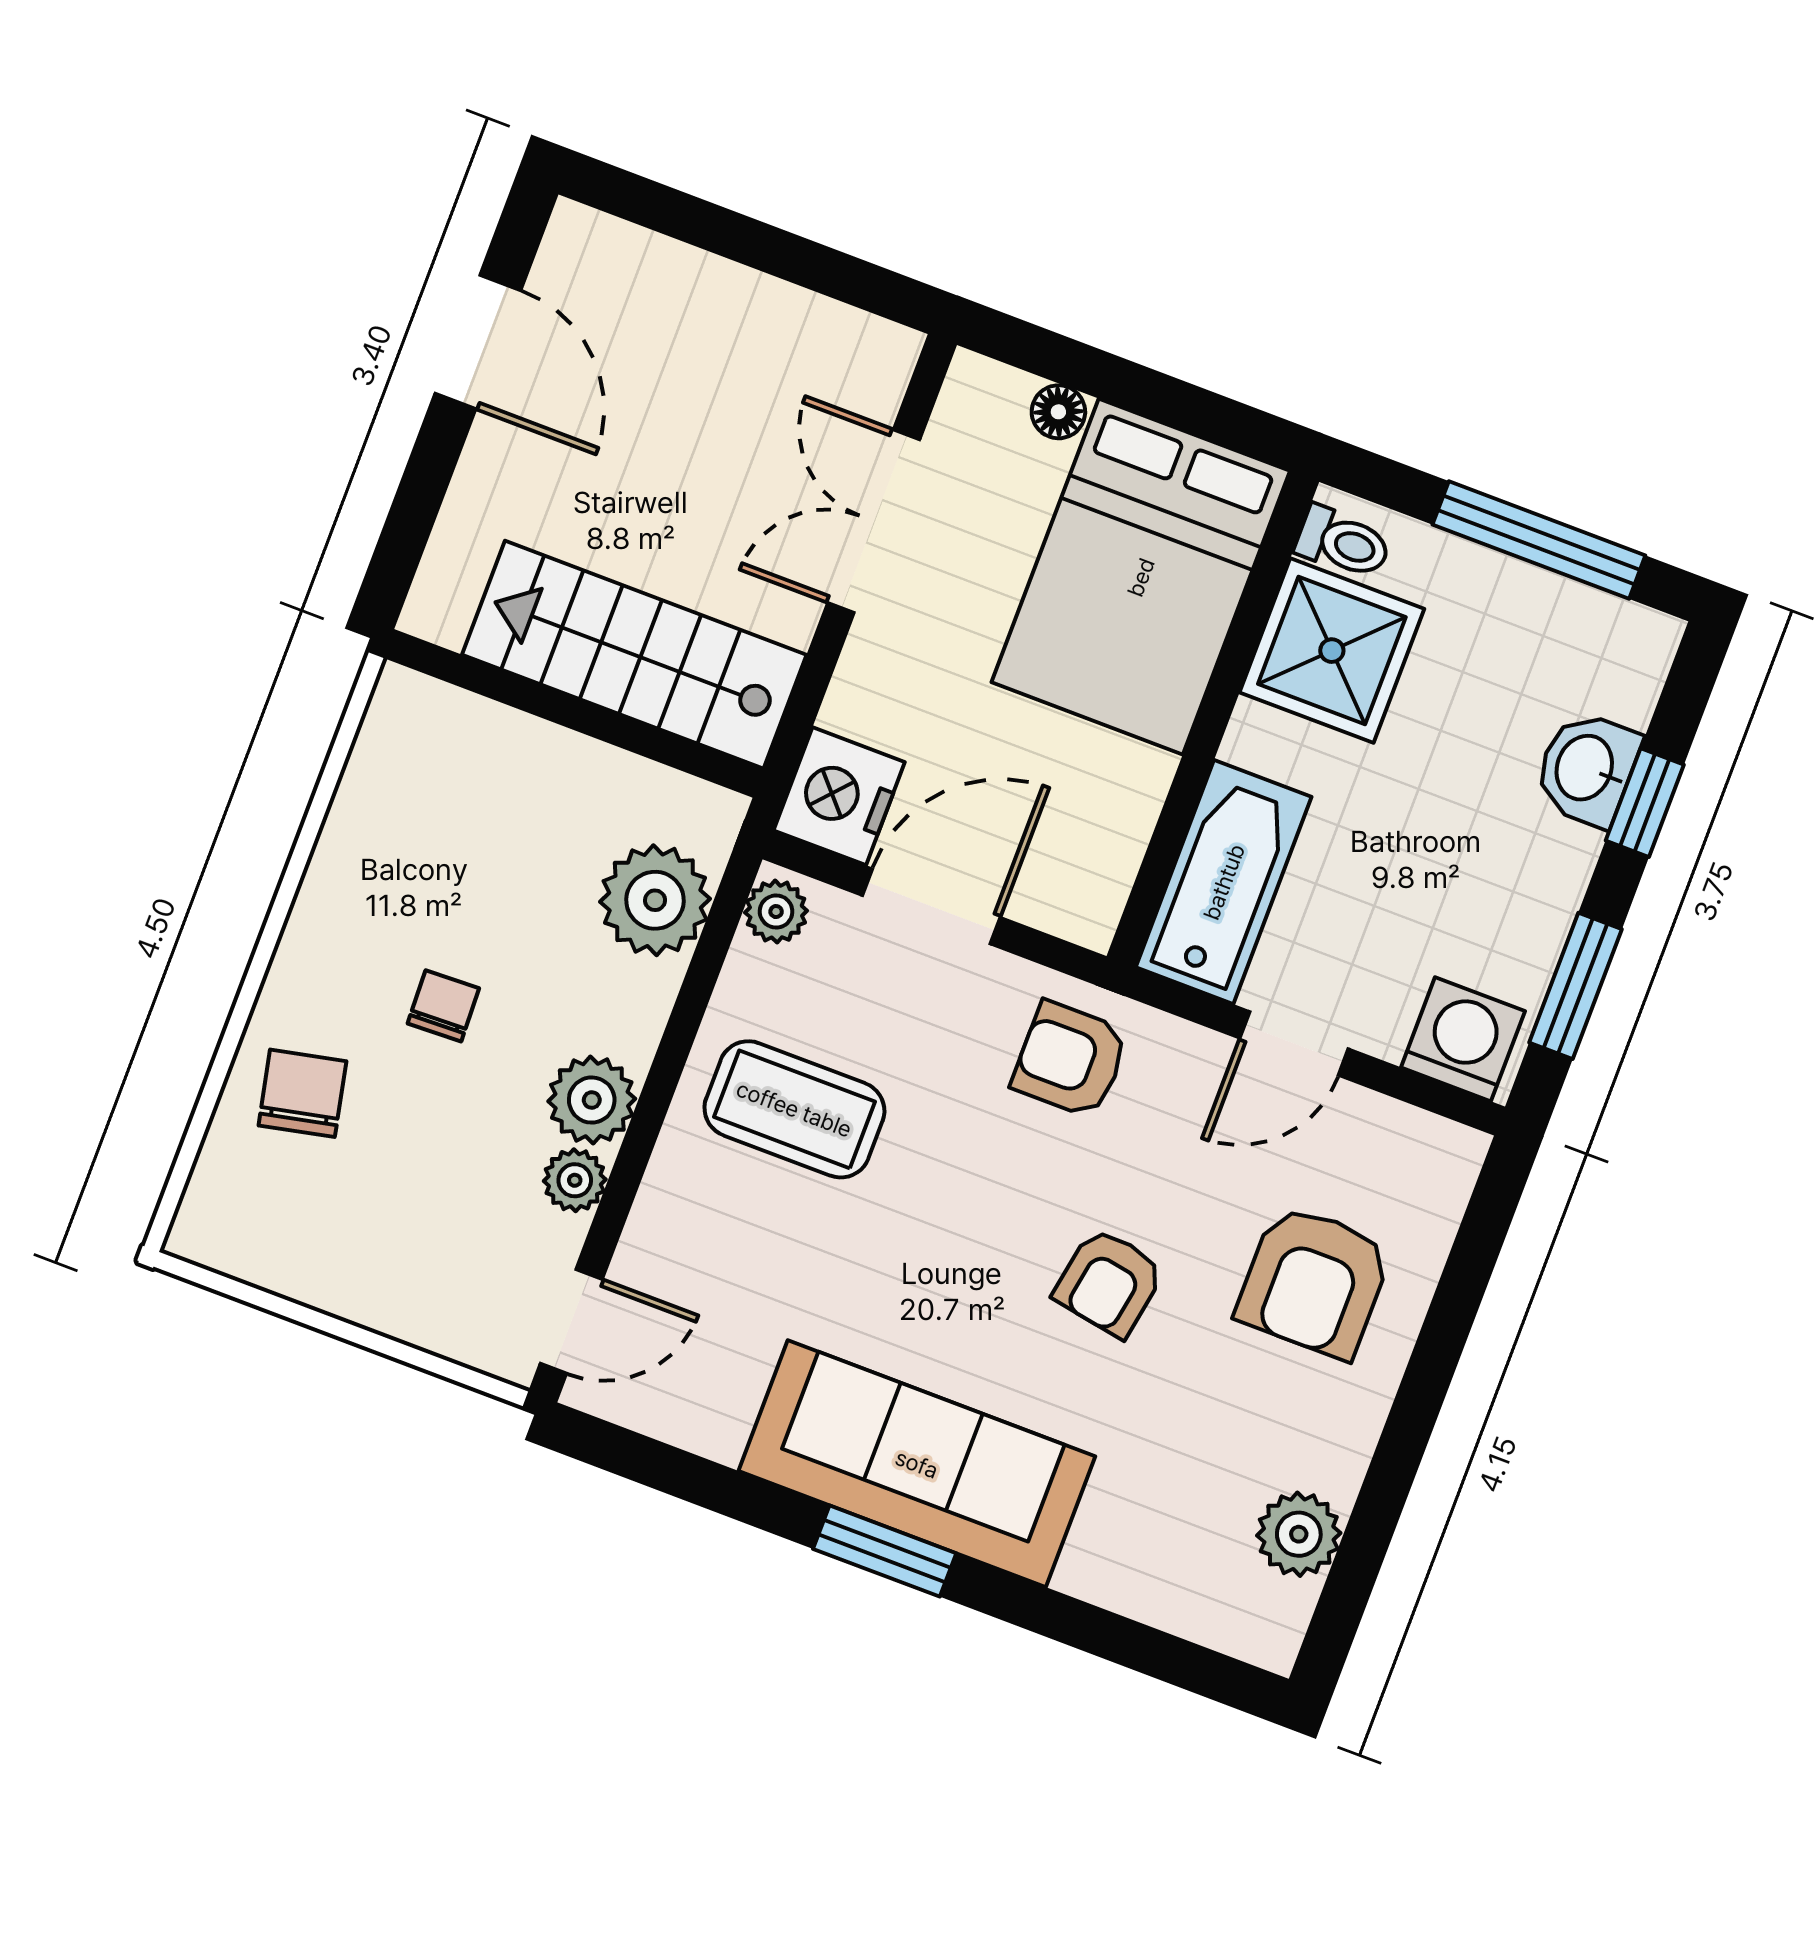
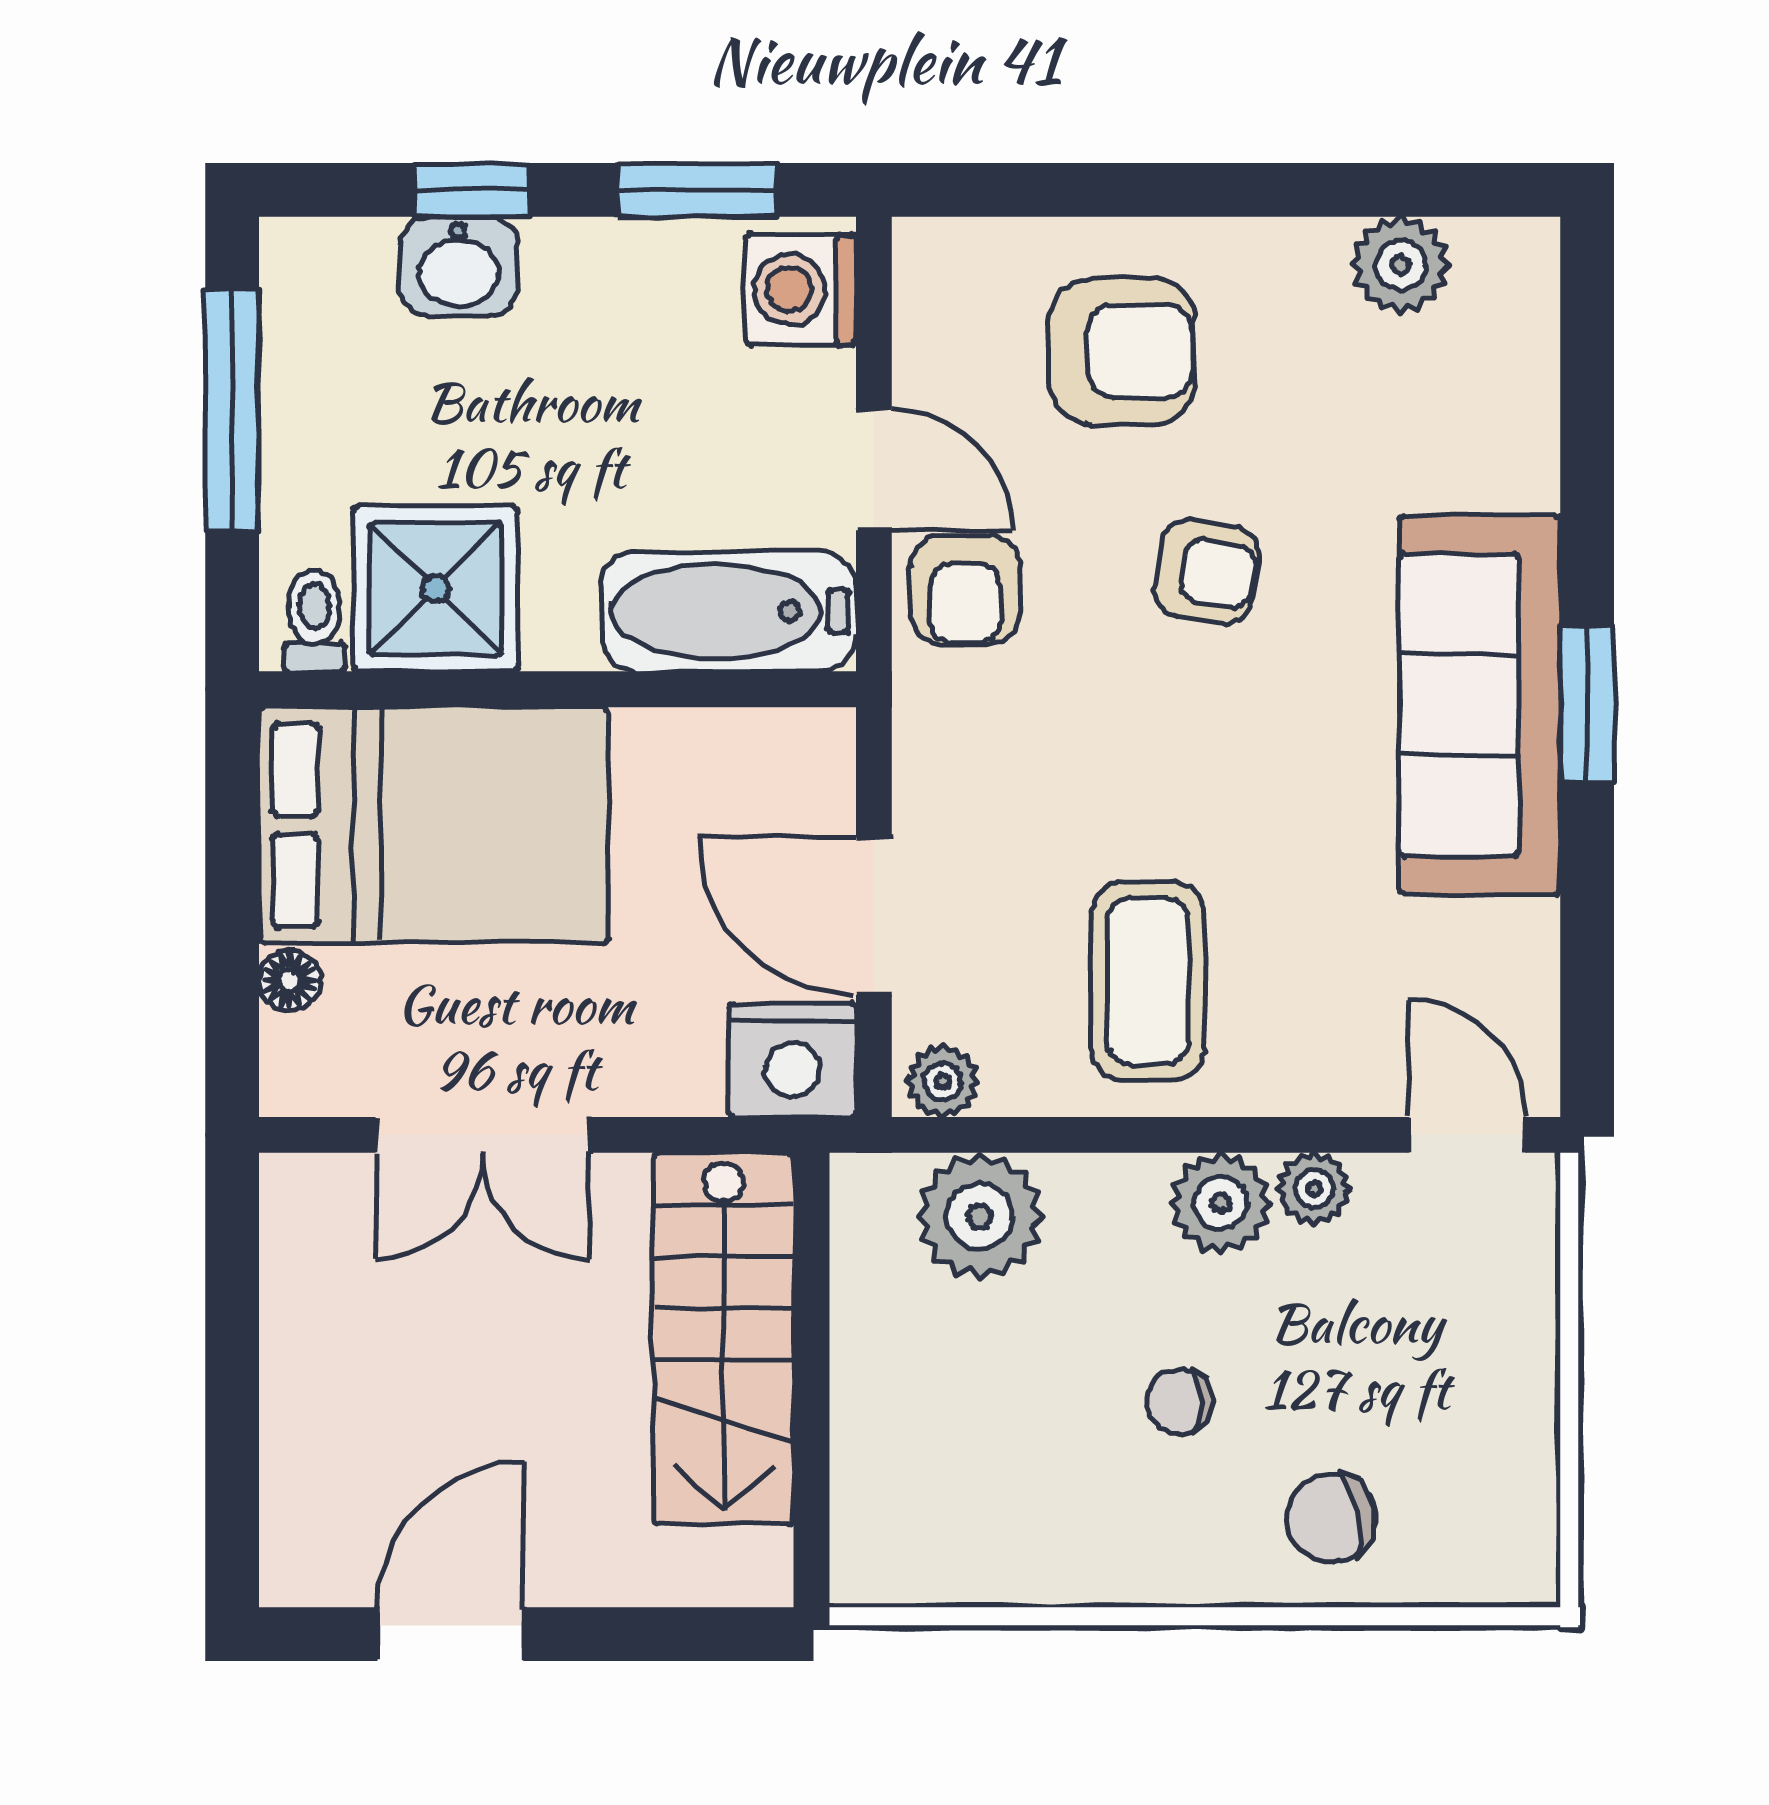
armchair: (1070, 1060) -> (966, 590), moved

